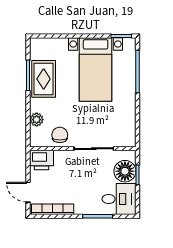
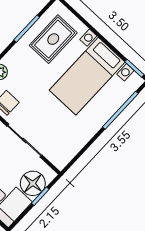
rug: (44, 79) -> (53, 39), moved

